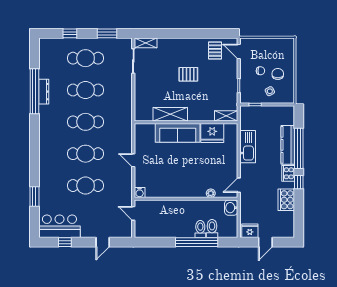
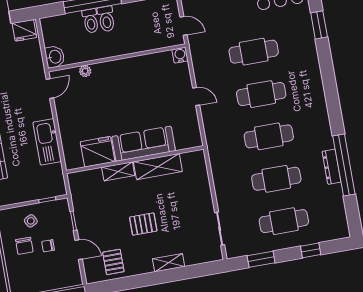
shelving: (146, 43) -> (169, 263), moved
door: (239, 51) -> (79, 250), moved
shelving: (226, 116) -> (118, 171), moved
toilet: (212, 229) -> (106, 19), moved

